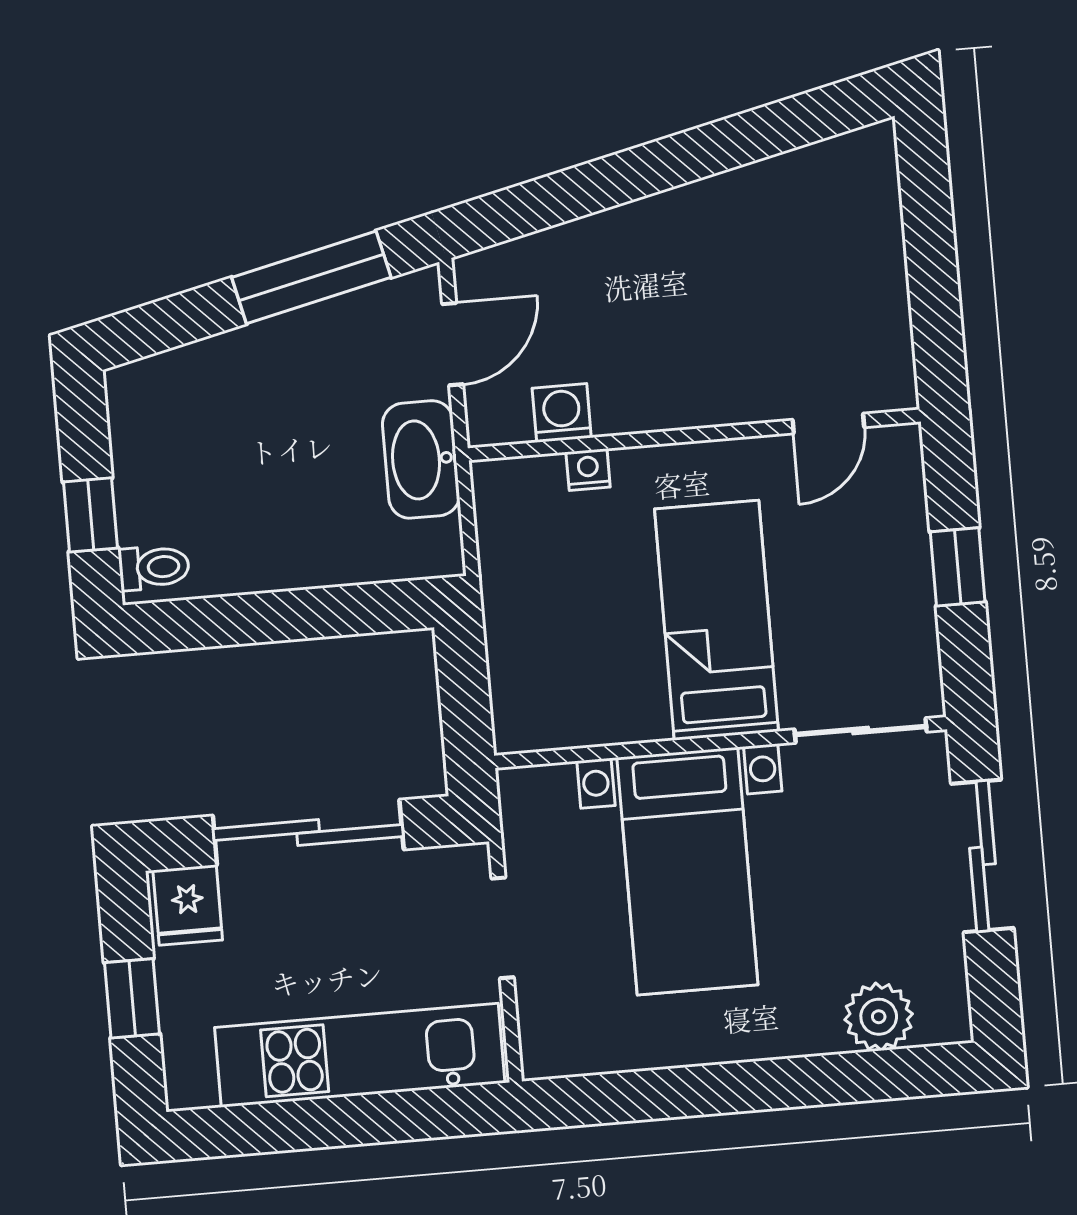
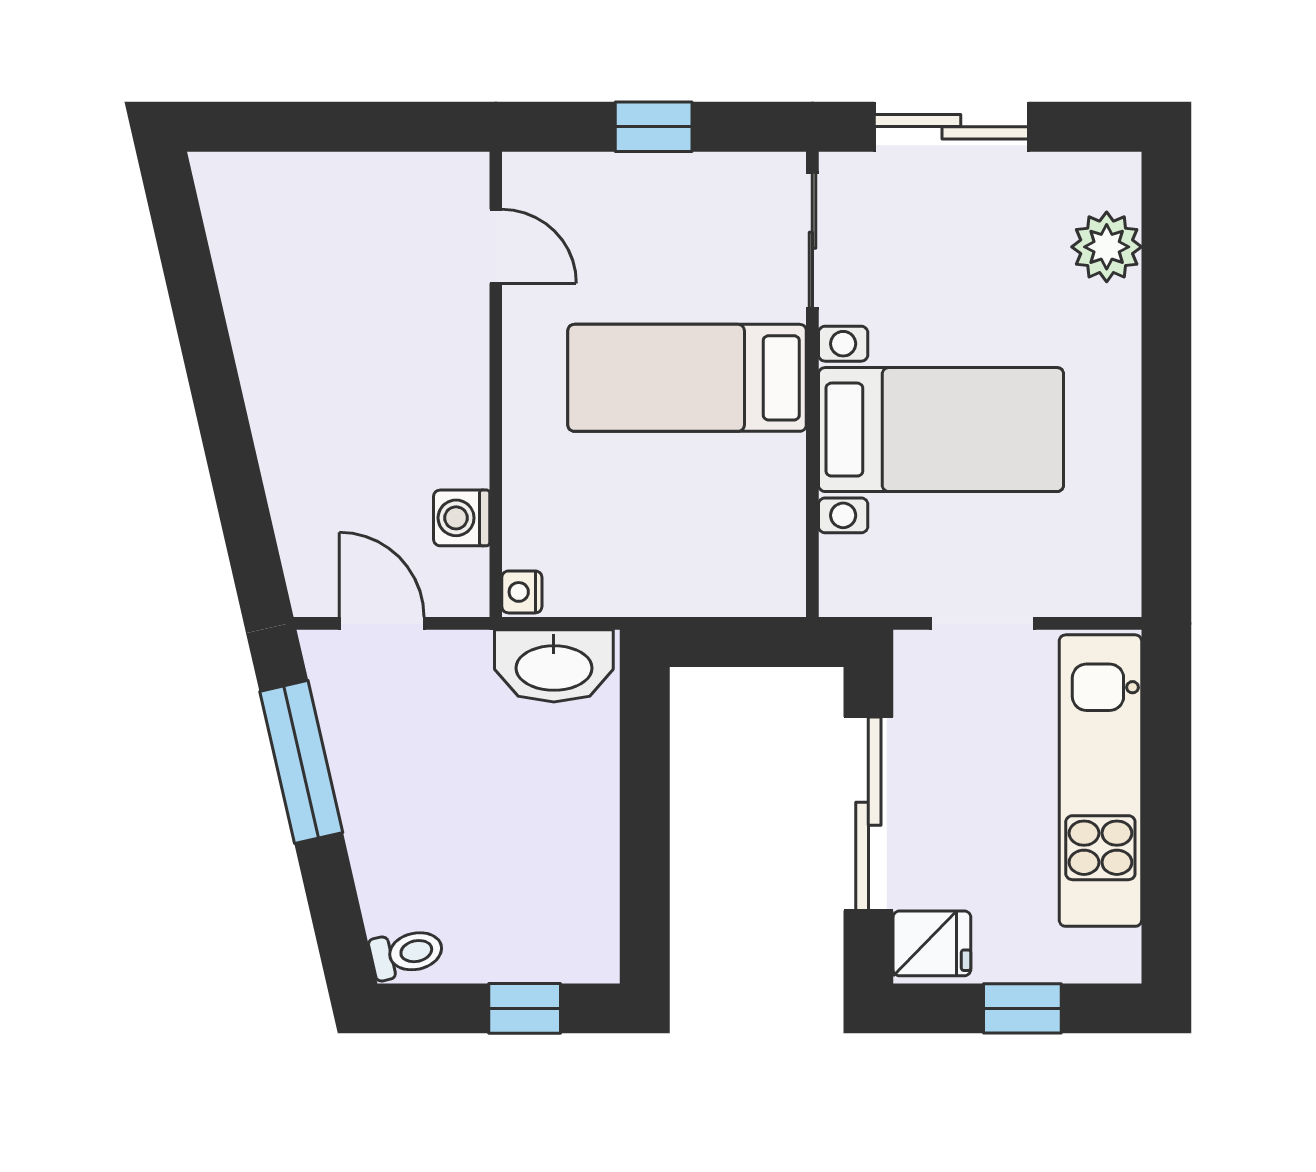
washbasin: (421, 459) -> (554, 666), moved
nightstand: (588, 470) -> (522, 592), moved
toilet: (154, 567) -> (407, 953), moved, turned 77

